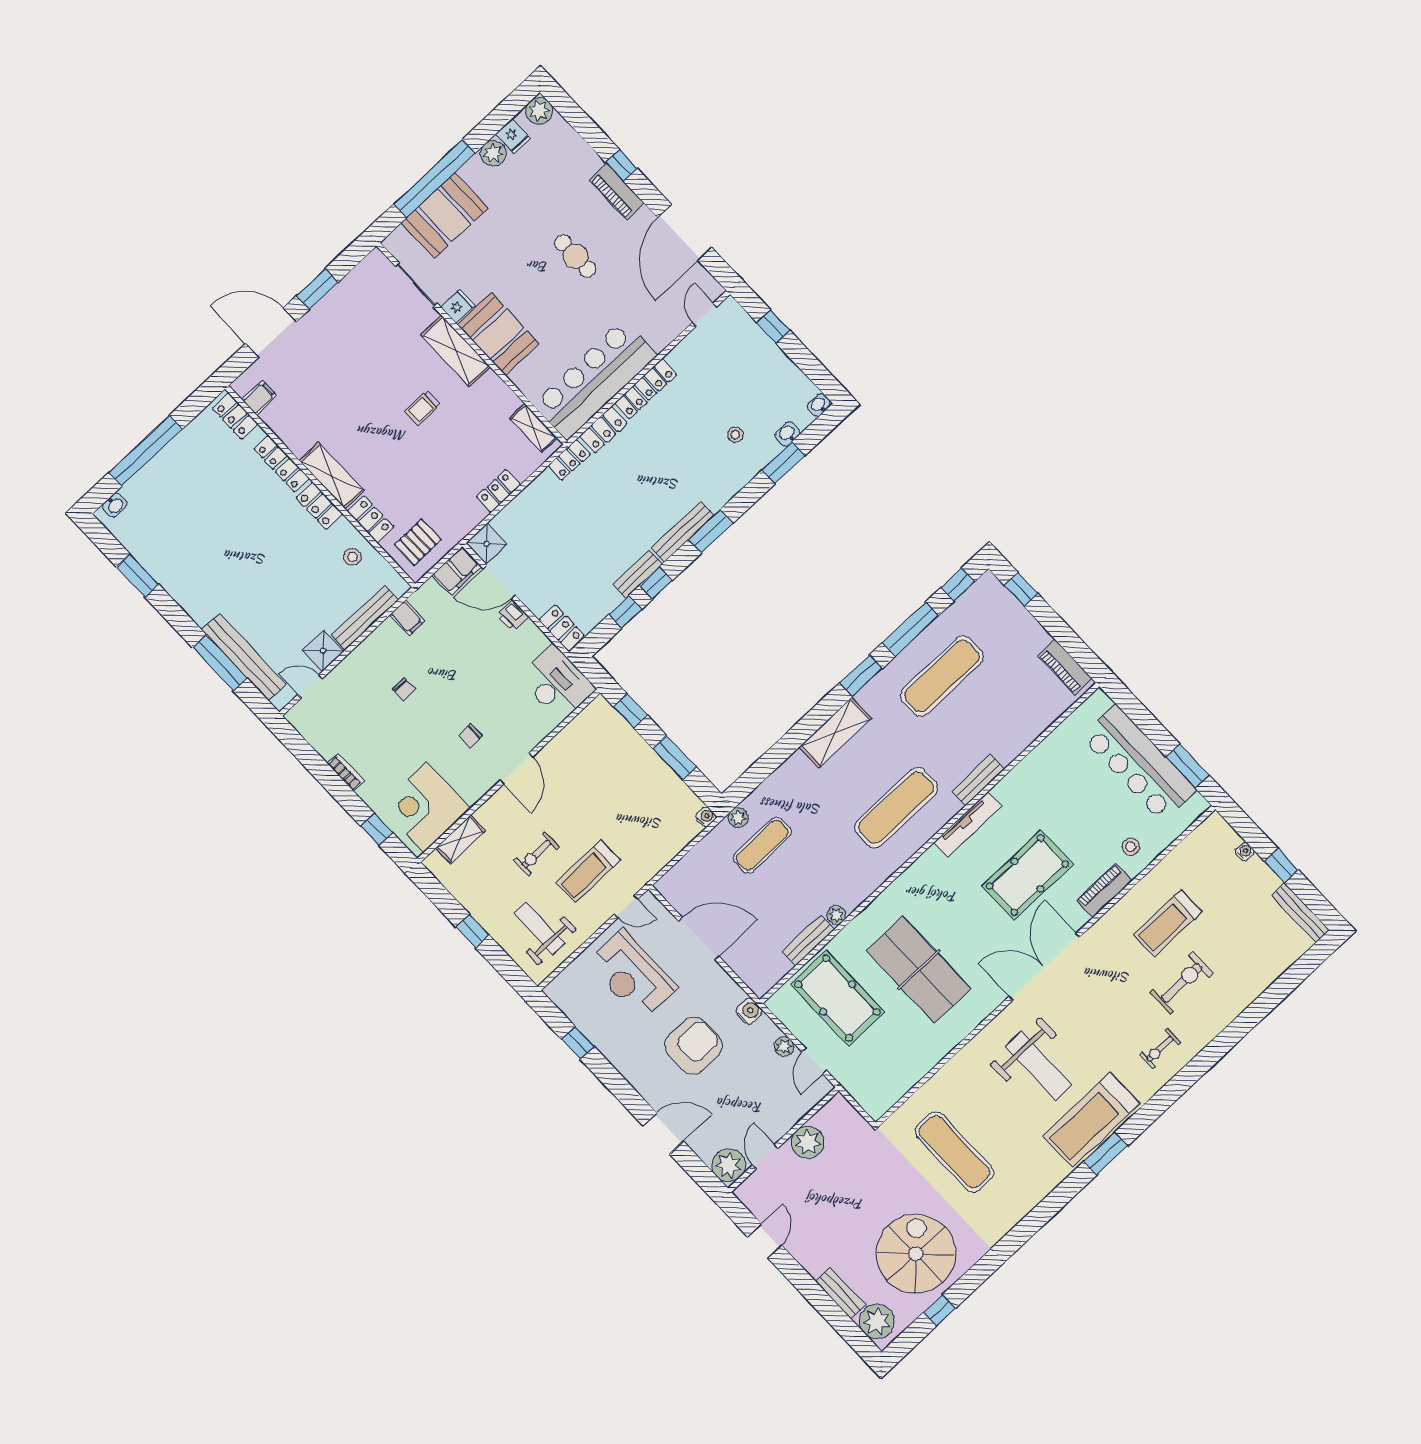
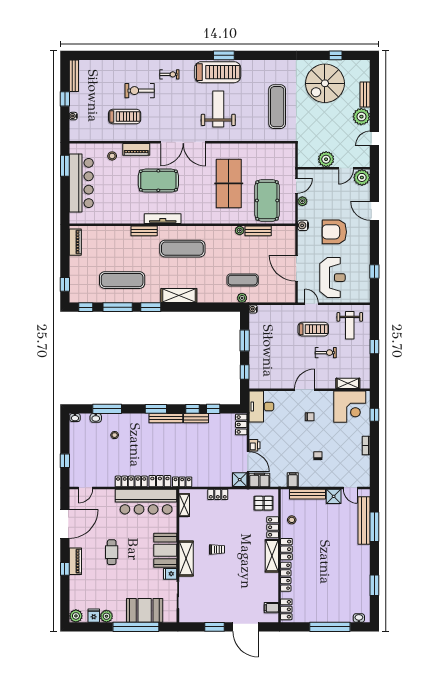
window: (783, 463) -> (107, 409), width x1.44
plant: (877, 1321) -> (361, 117), moved

